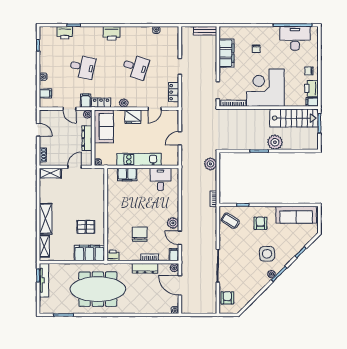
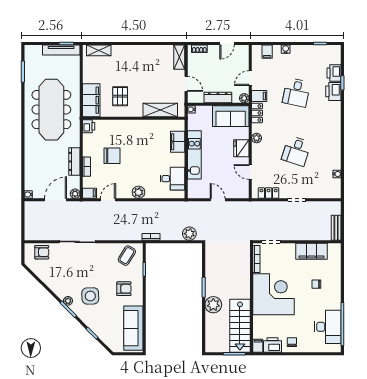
printer: (112, 33) -> (333, 91), moved
shelving: (46, 219) -> (160, 110), moved
plant: (173, 223) -> (139, 192), moved

